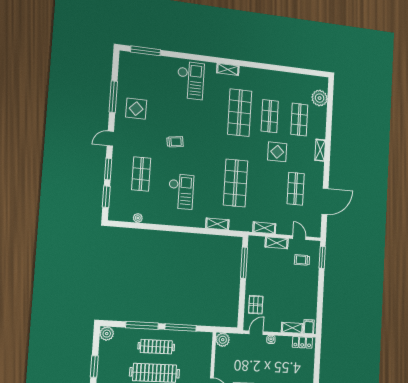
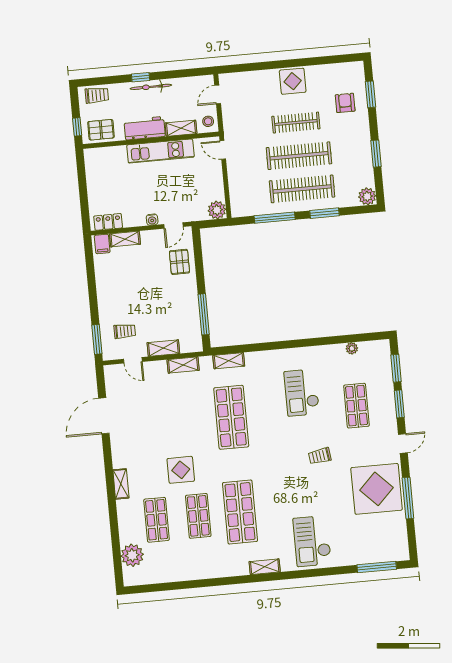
display table: (136, 109) -> (377, 489), width x1.86, depth x1.86
shop shelf: (296, 189) -> (148, 425), removed
shelving: (217, 224) -> (229, 361), moved
window: (142, 325) -> (325, 213), width x0.69
clothes rail: (156, 347) -> (302, 189), width x1.37, depth x1.31

